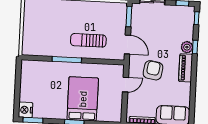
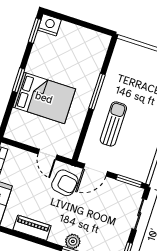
piano: (186, 68) -> (32, 228), moved
armchair: (153, 70) -> (65, 183), moved

